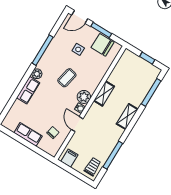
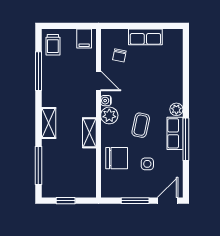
chair: (103, 45) -> (117, 158), moved
row of seats: (28, 90) -> (175, 133), moved

